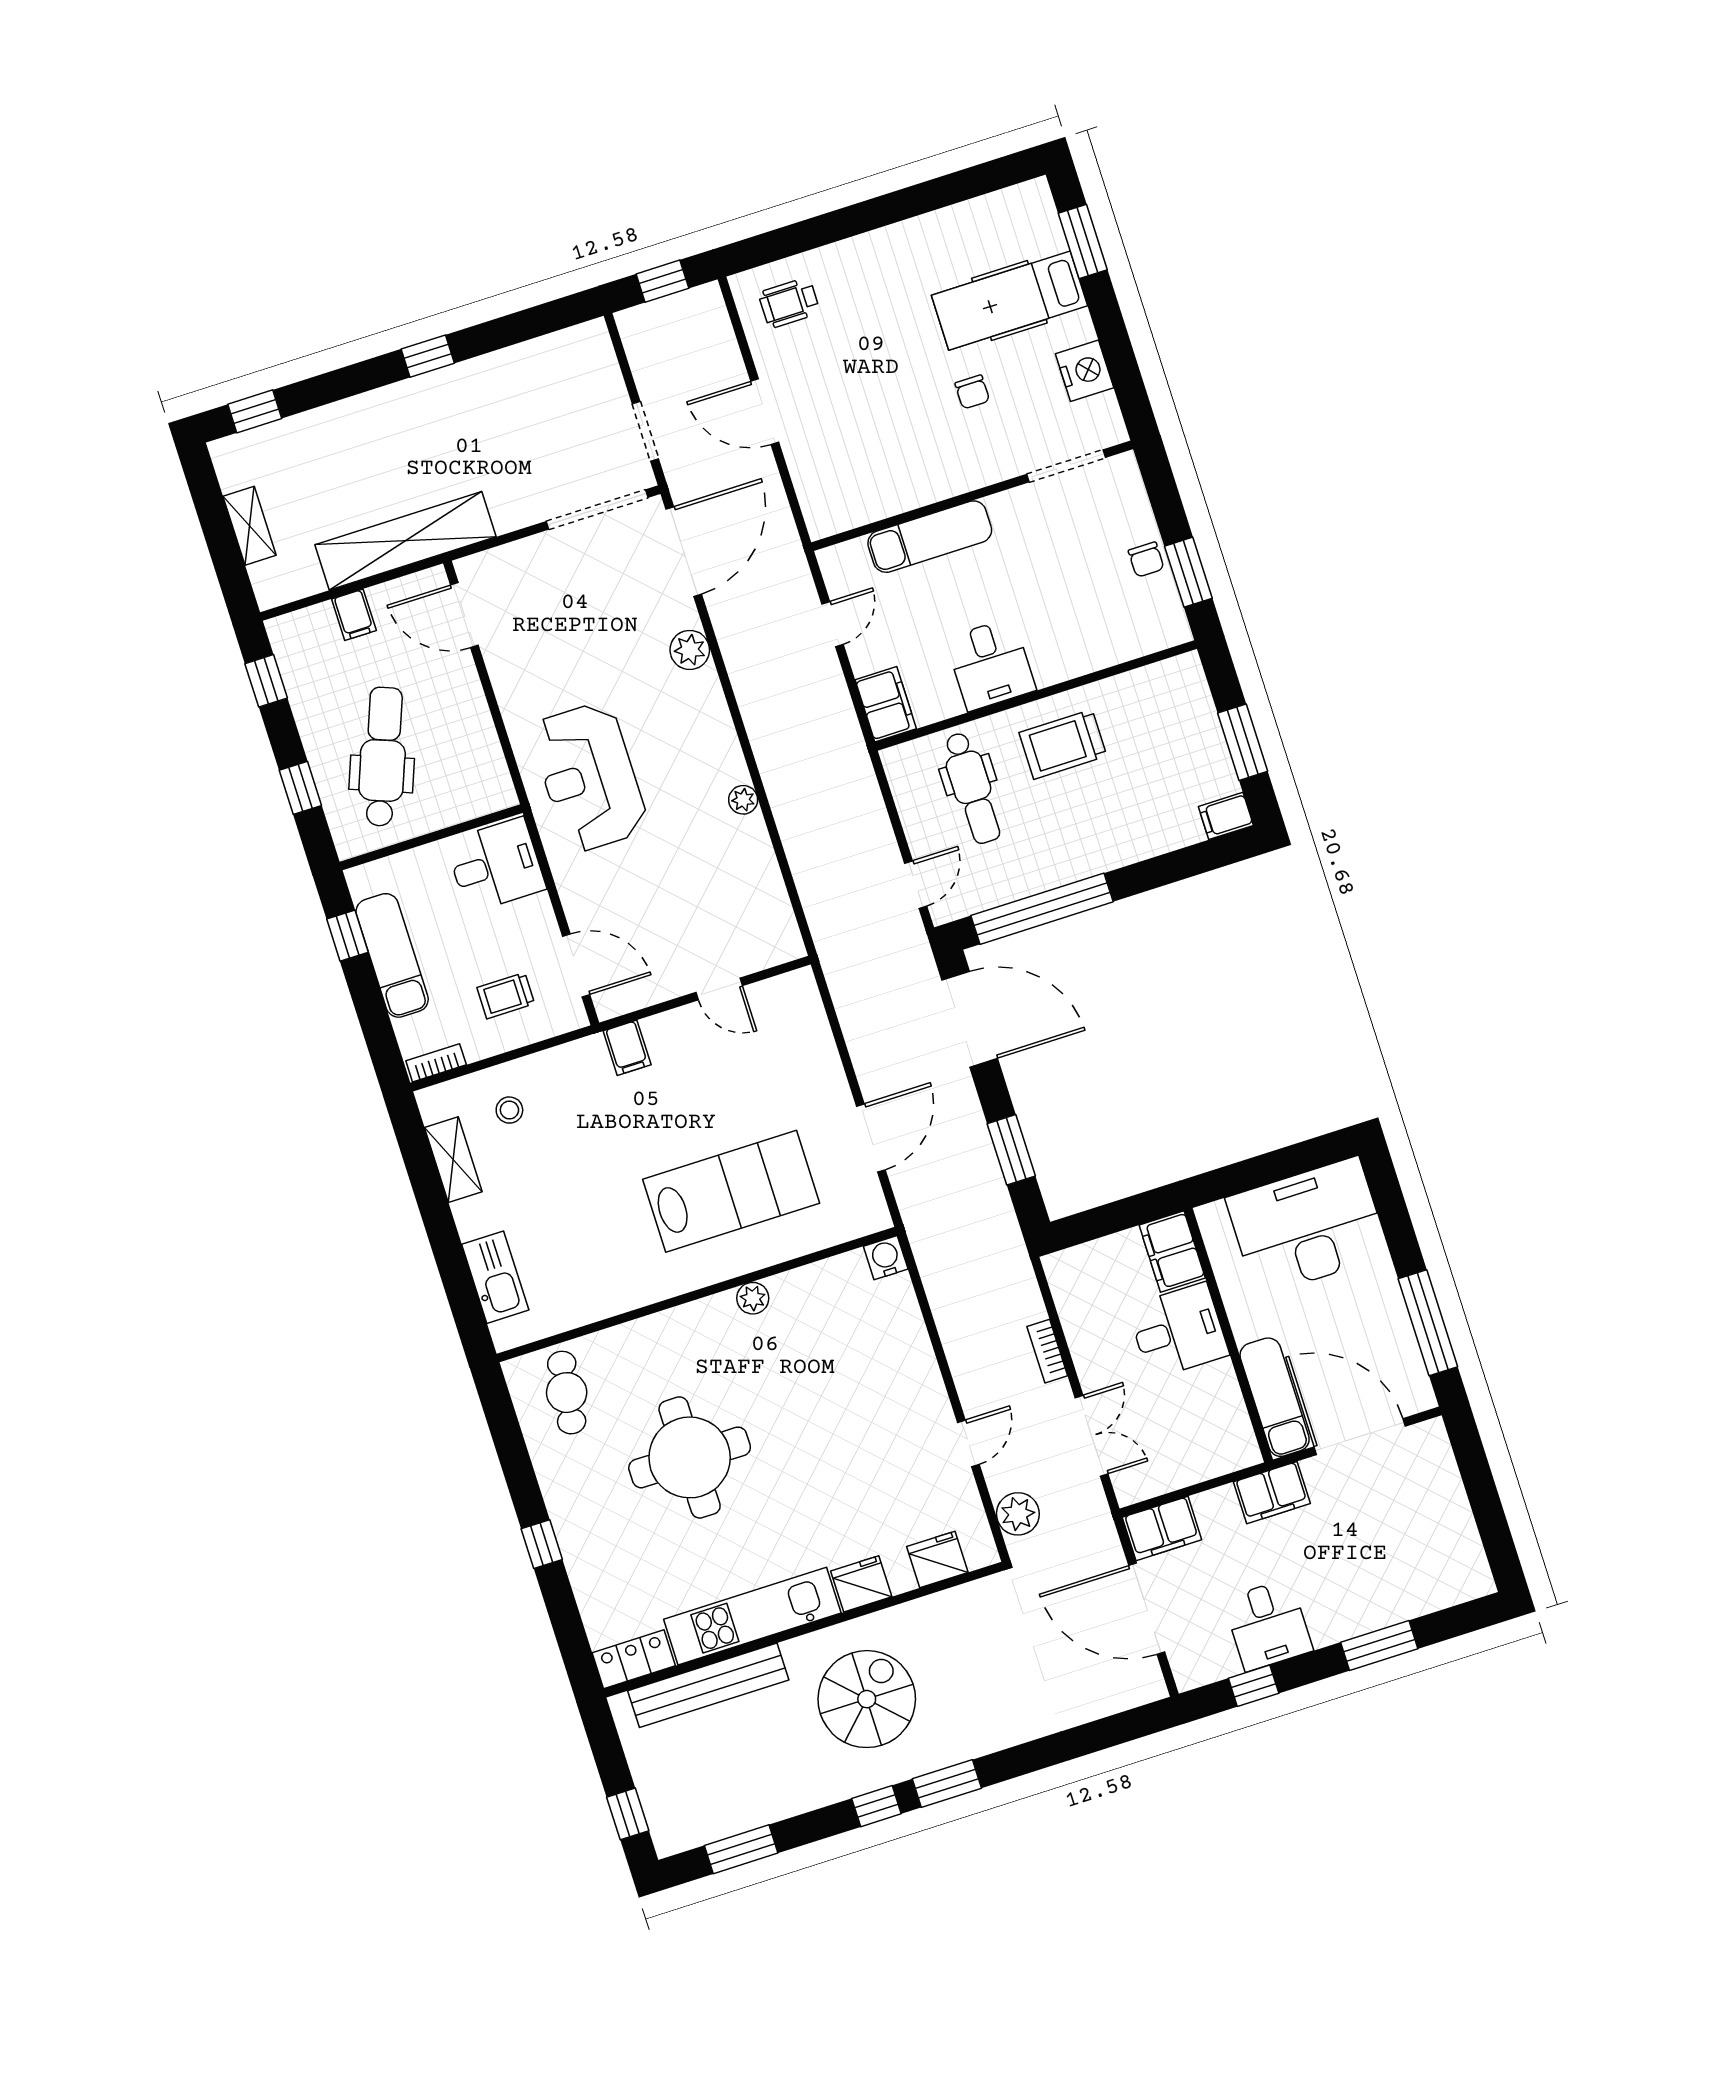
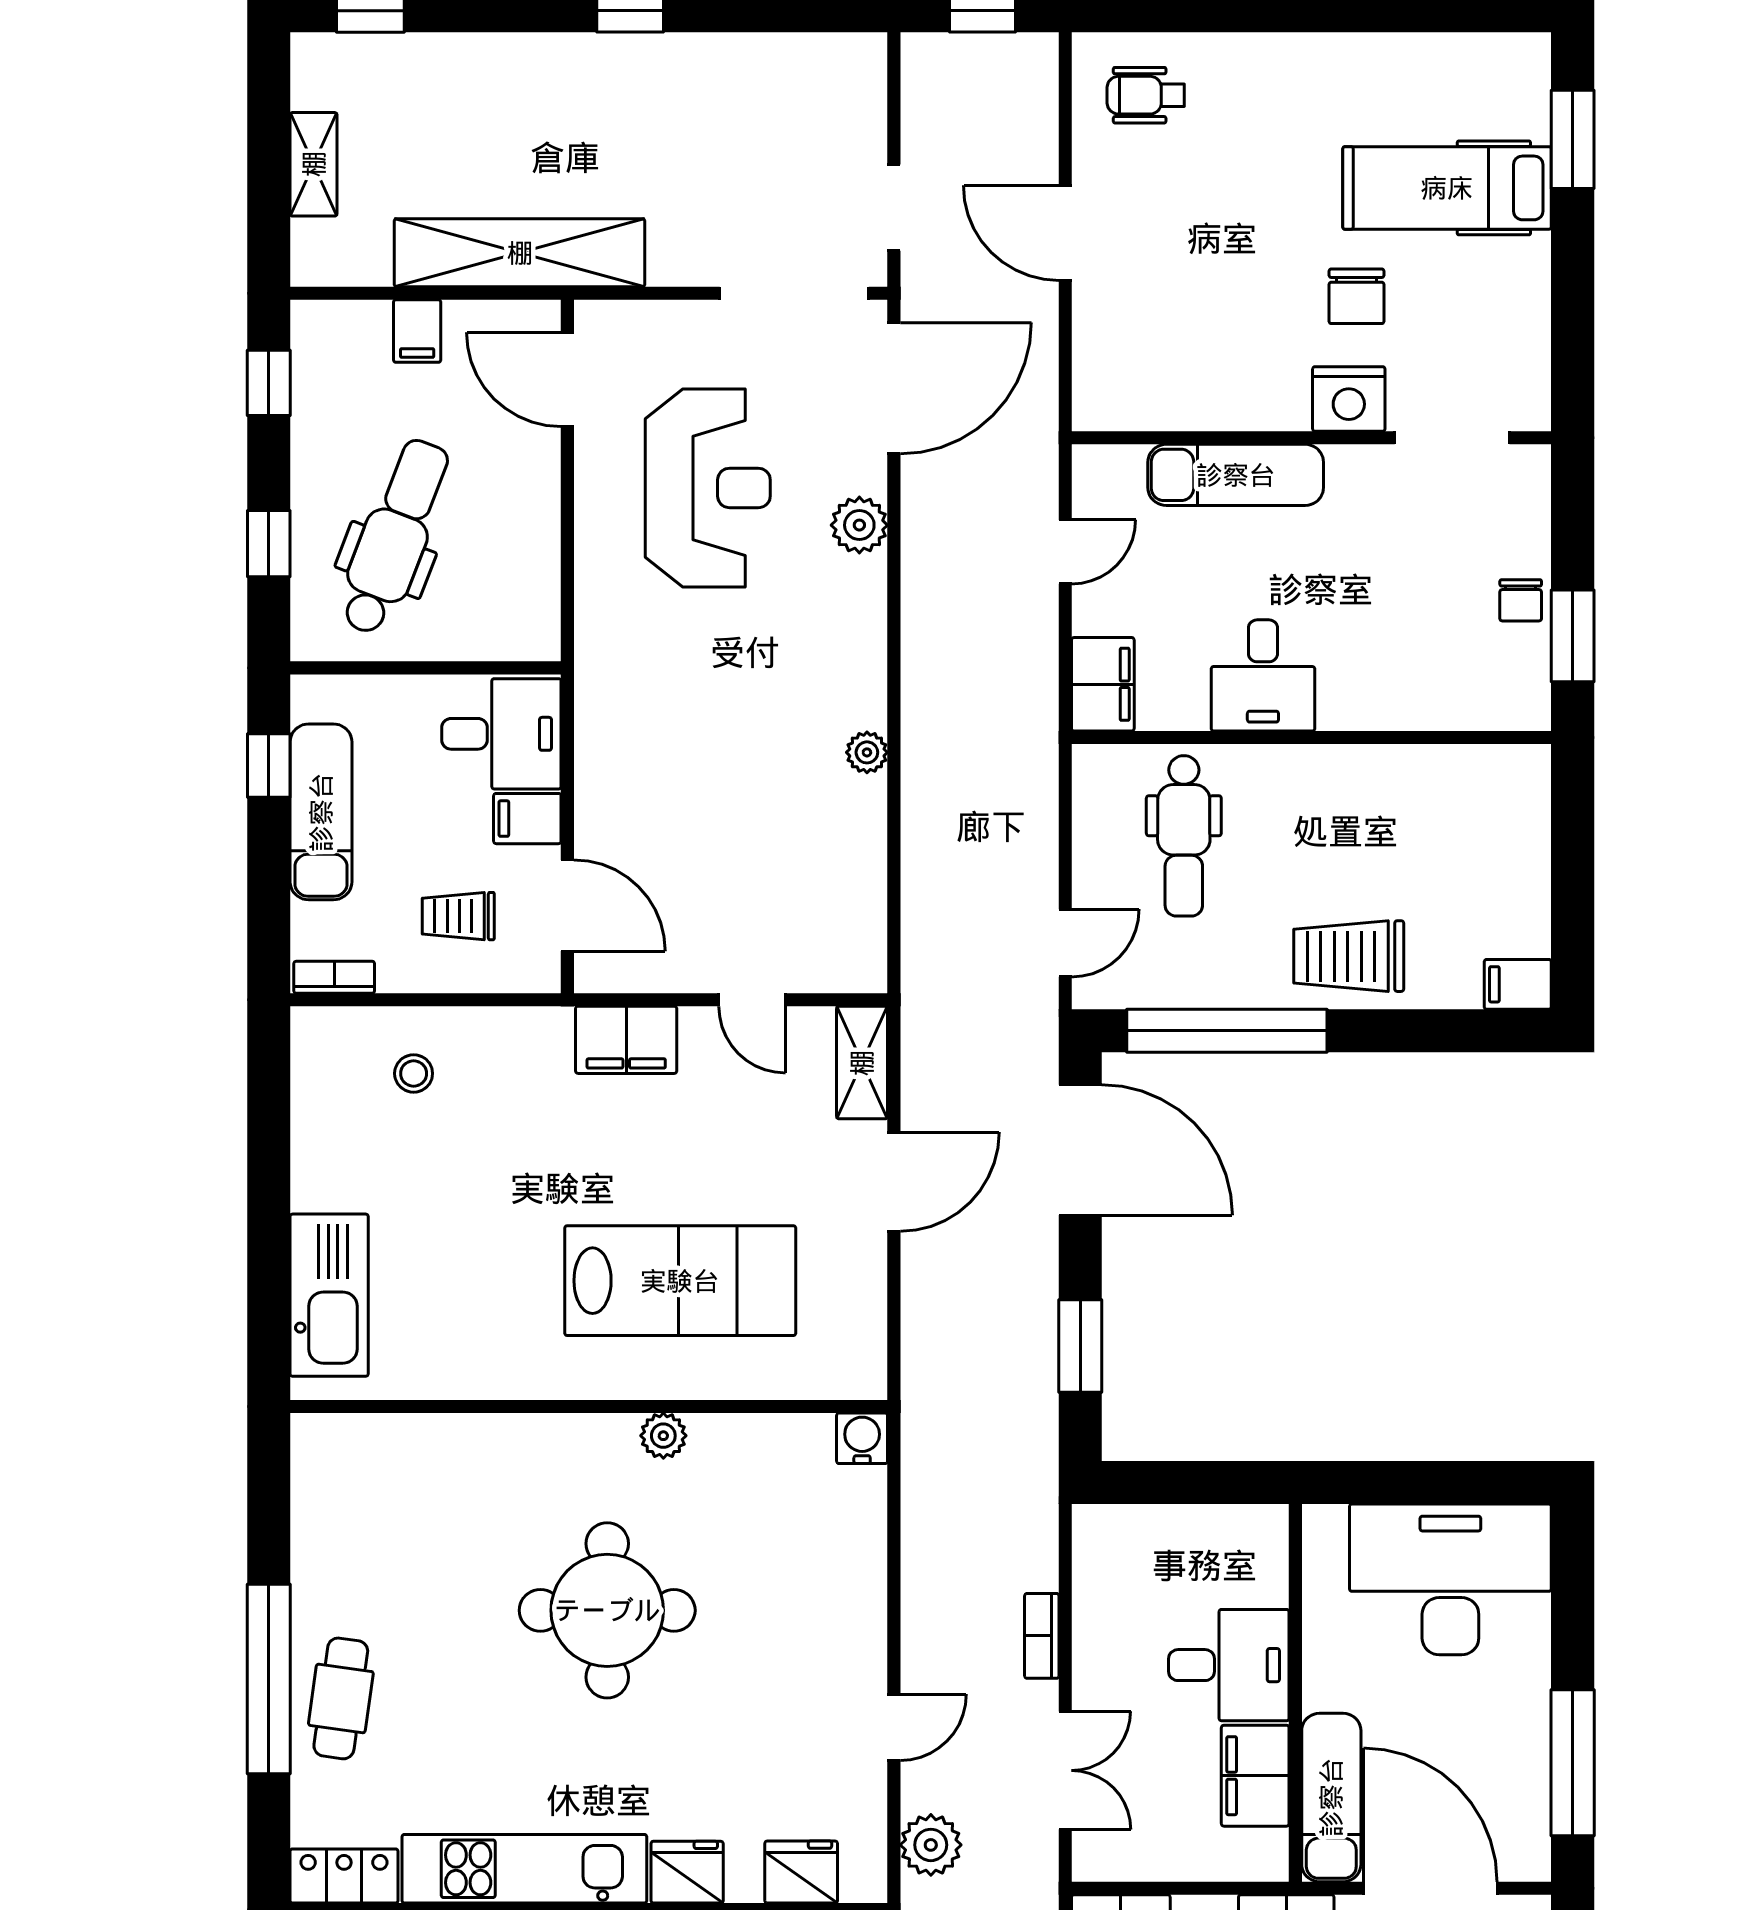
nightstand: (1085, 371) -> (1349, 399), moved, turned 90
chair: (972, 392) -> (1356, 296), width x1.37, depth x1.37
window: (1243, 742) -> (1573, 891), removed
trolley: (1063, 744) -> (1349, 956), moved
reception desk: (589, 777) -> (708, 488), moved, turned 180
filing cabinet: (531, 916) -> (527, 819), added
filing cabinet: (627, 1048) -> (626, 1040), width x2.00
door: (871, 1138) -> (894, 1182), moved
shelving: (453, 1160) -> (862, 1063), moved
filing cabinet: (1172, 1251) -> (1255, 1776), moved
kitchen sink: (495, 1277) -> (329, 1295), width x1.36, depth x1.24
cafe table: (567, 1393) -> (341, 1698), moved
round table: (690, 1457) -> (607, 1610), moved
window: (542, 1544) -> (269, 1679), width x3.17

